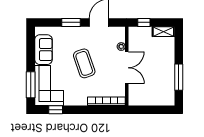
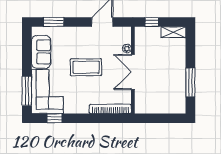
window: (71, 22) -> (53, 22), moved
coffee table: (84, 63) -> (86, 67), turned -71
double door: (127, 68) -> (133, 72), swing flipped

